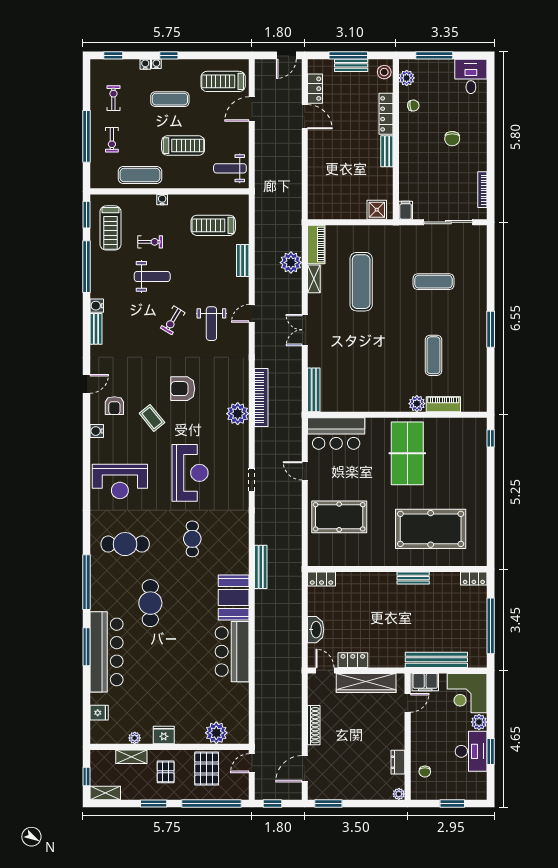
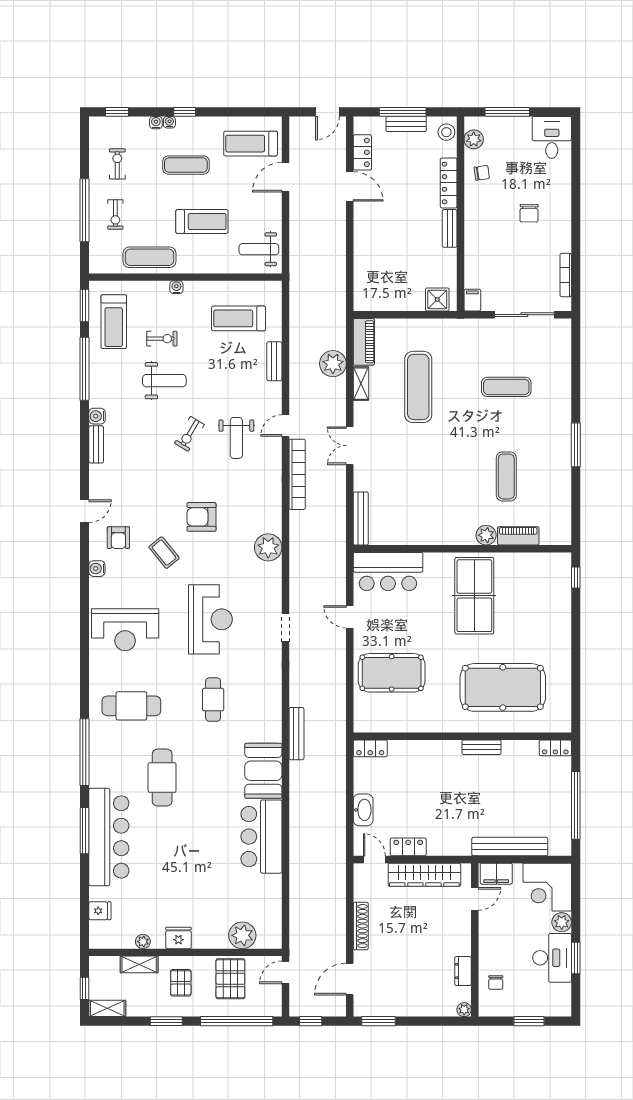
bookcase: (261, 397) -> (297, 474), moved

